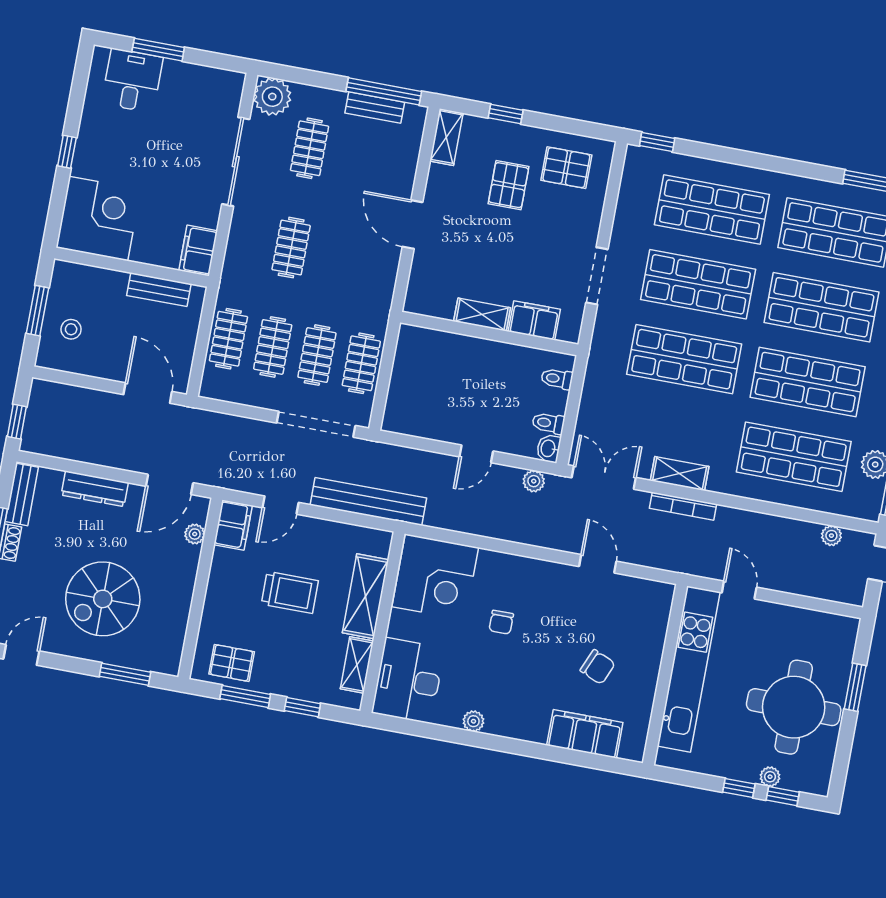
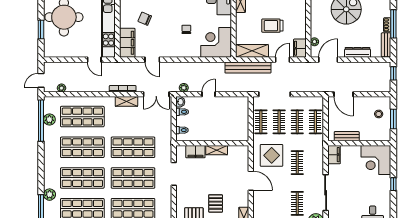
display table: (351, 277) -> (272, 155), added
shelving: (365, 596) -> (252, 51), moved, turned 90
filing cabinet: (651, 616) -> (127, 43), added

